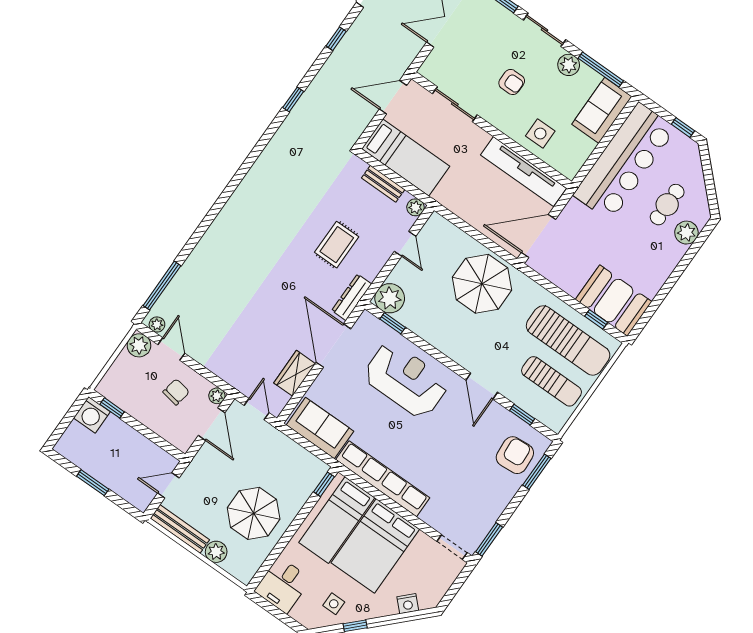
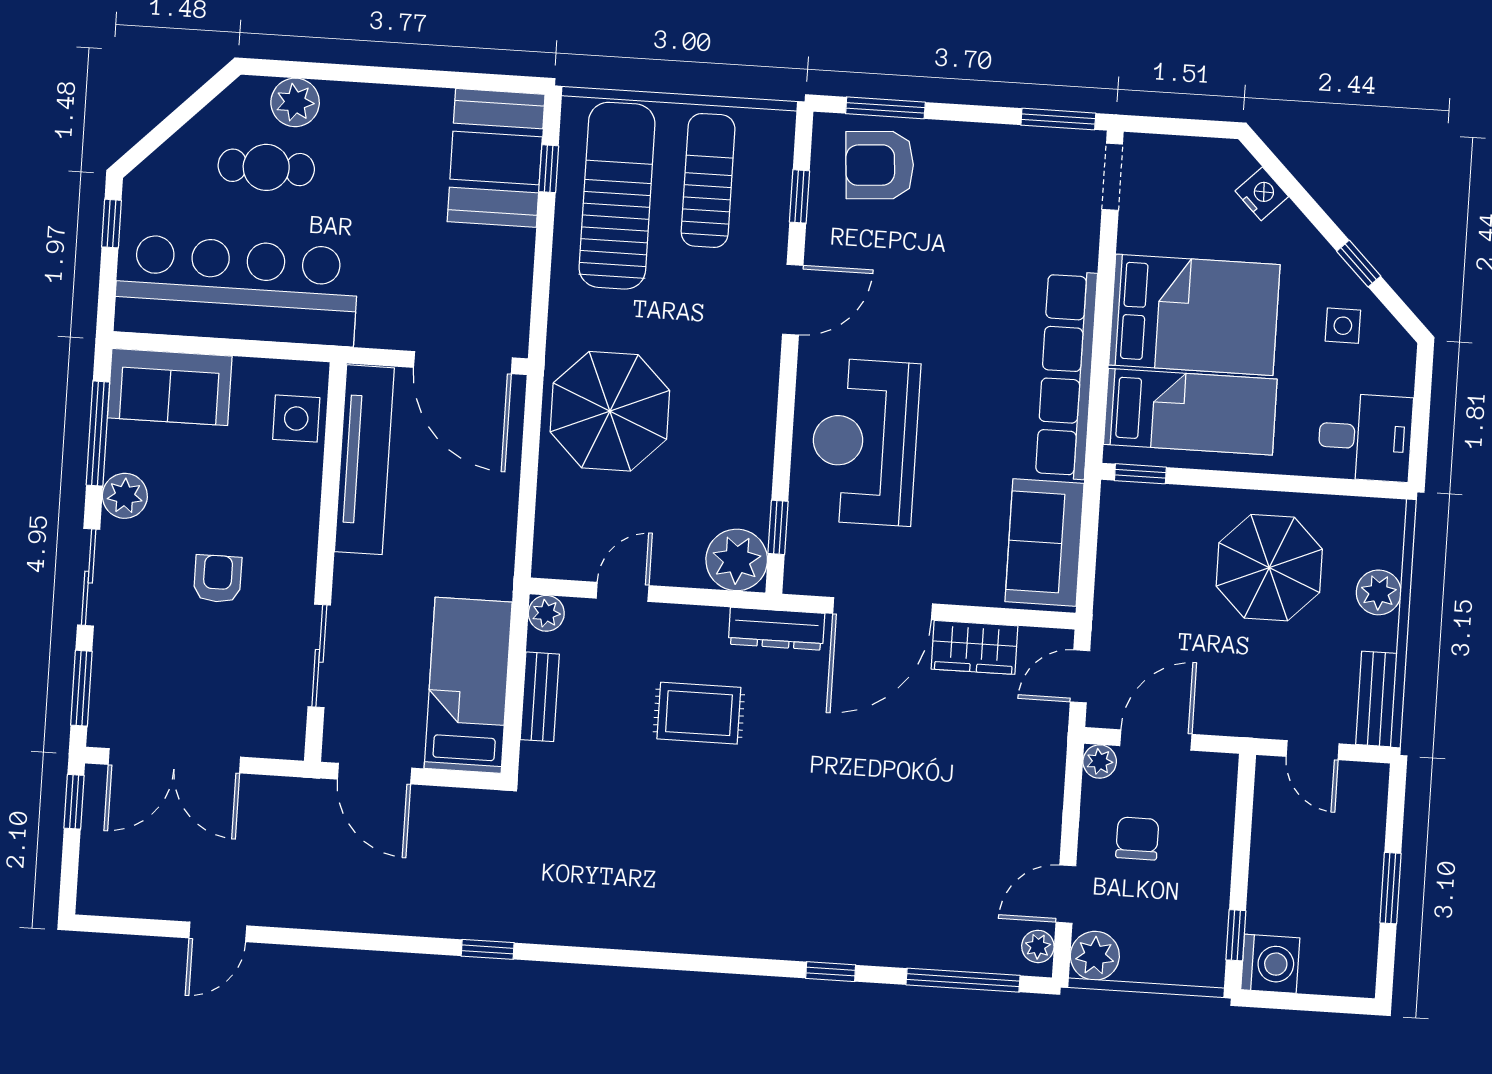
window: (336, 39) -> (831, 972), moved
side table: (540, 134) -> (296, 419), moved
chair: (176, 392) -> (1137, 838), turned 80
bench: (180, 529) -> (1376, 699), width x0.73

